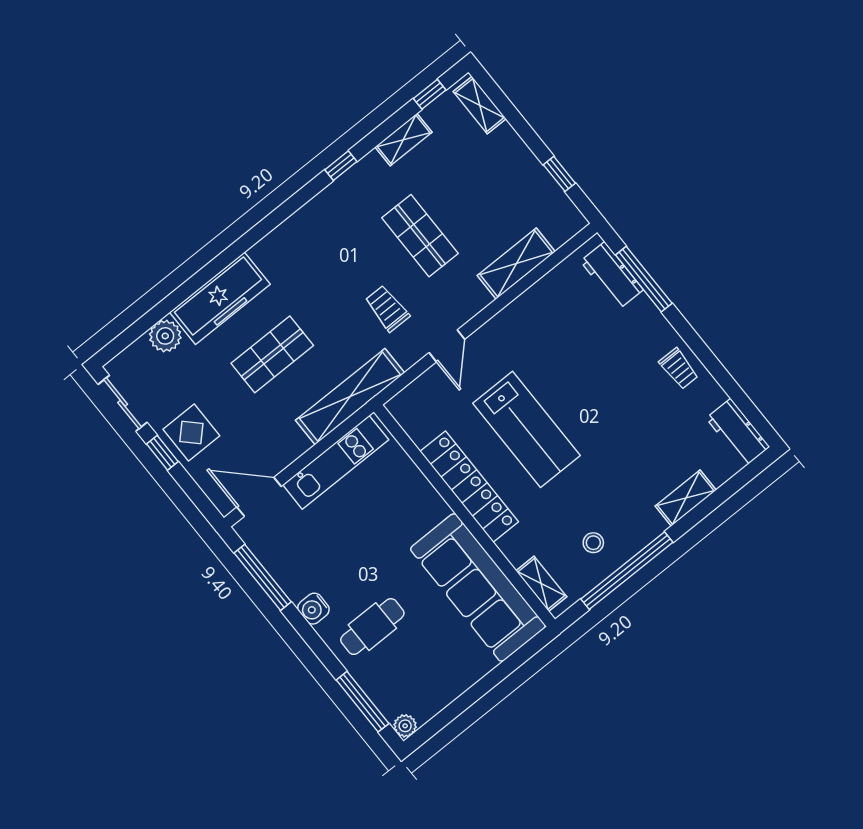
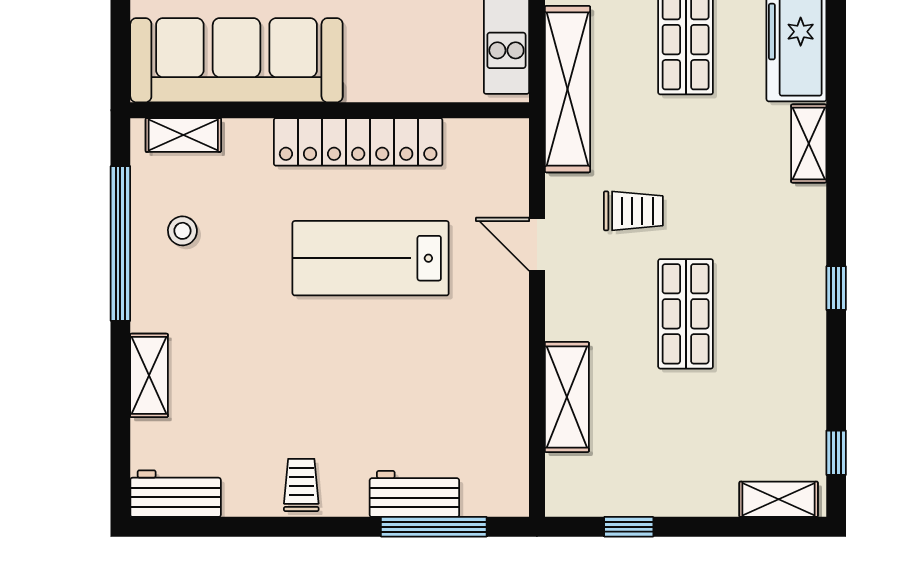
shelving: (404, 140) -> (809, 143), moved
shop shelf: (420, 236) -> (686, 314), turned 90
workbench: (612, 275) -> (414, 494), moved
trolley: (679, 369) -> (301, 485), turned 90

